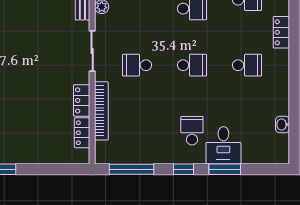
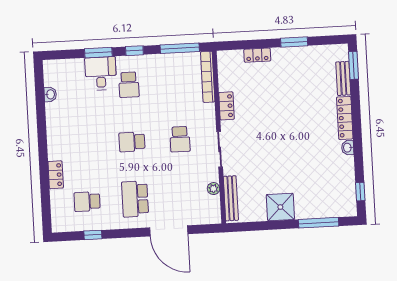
school desk: (137, 65) -> (180, 139), turned 90
school desk: (247, 65) -> (84, 144), removed
bookcase: (101, 111) -> (208, 77), moved
locker: (82, 133) -> (257, 55), moved, turned 90

